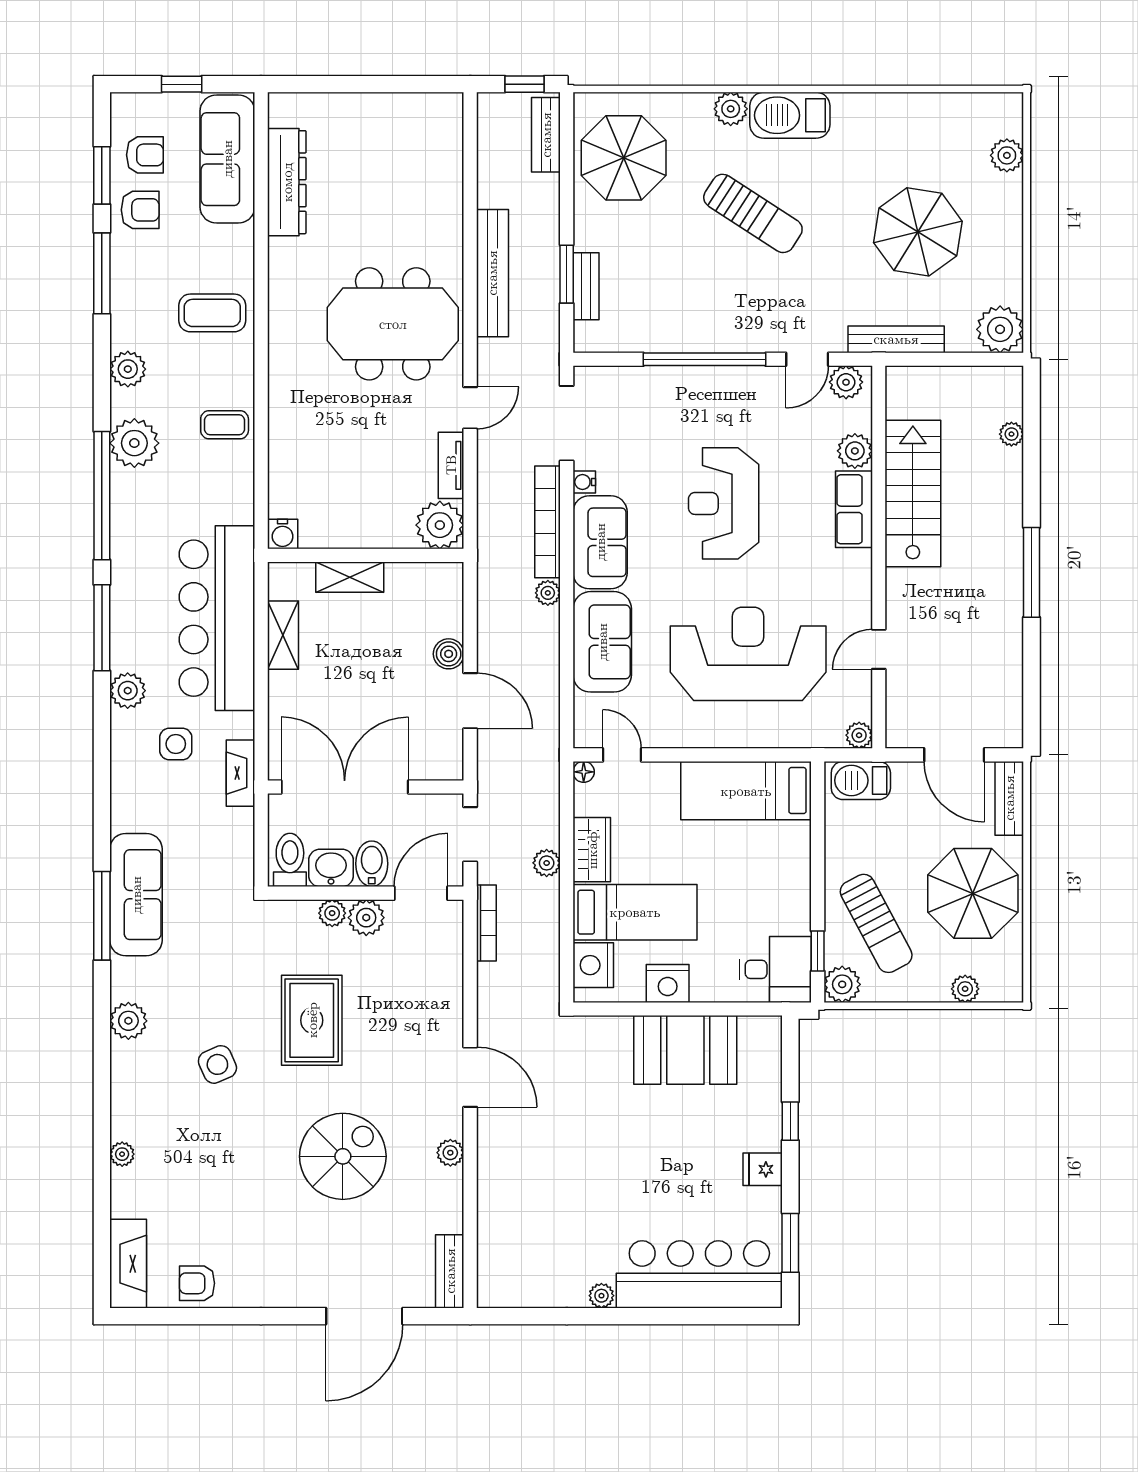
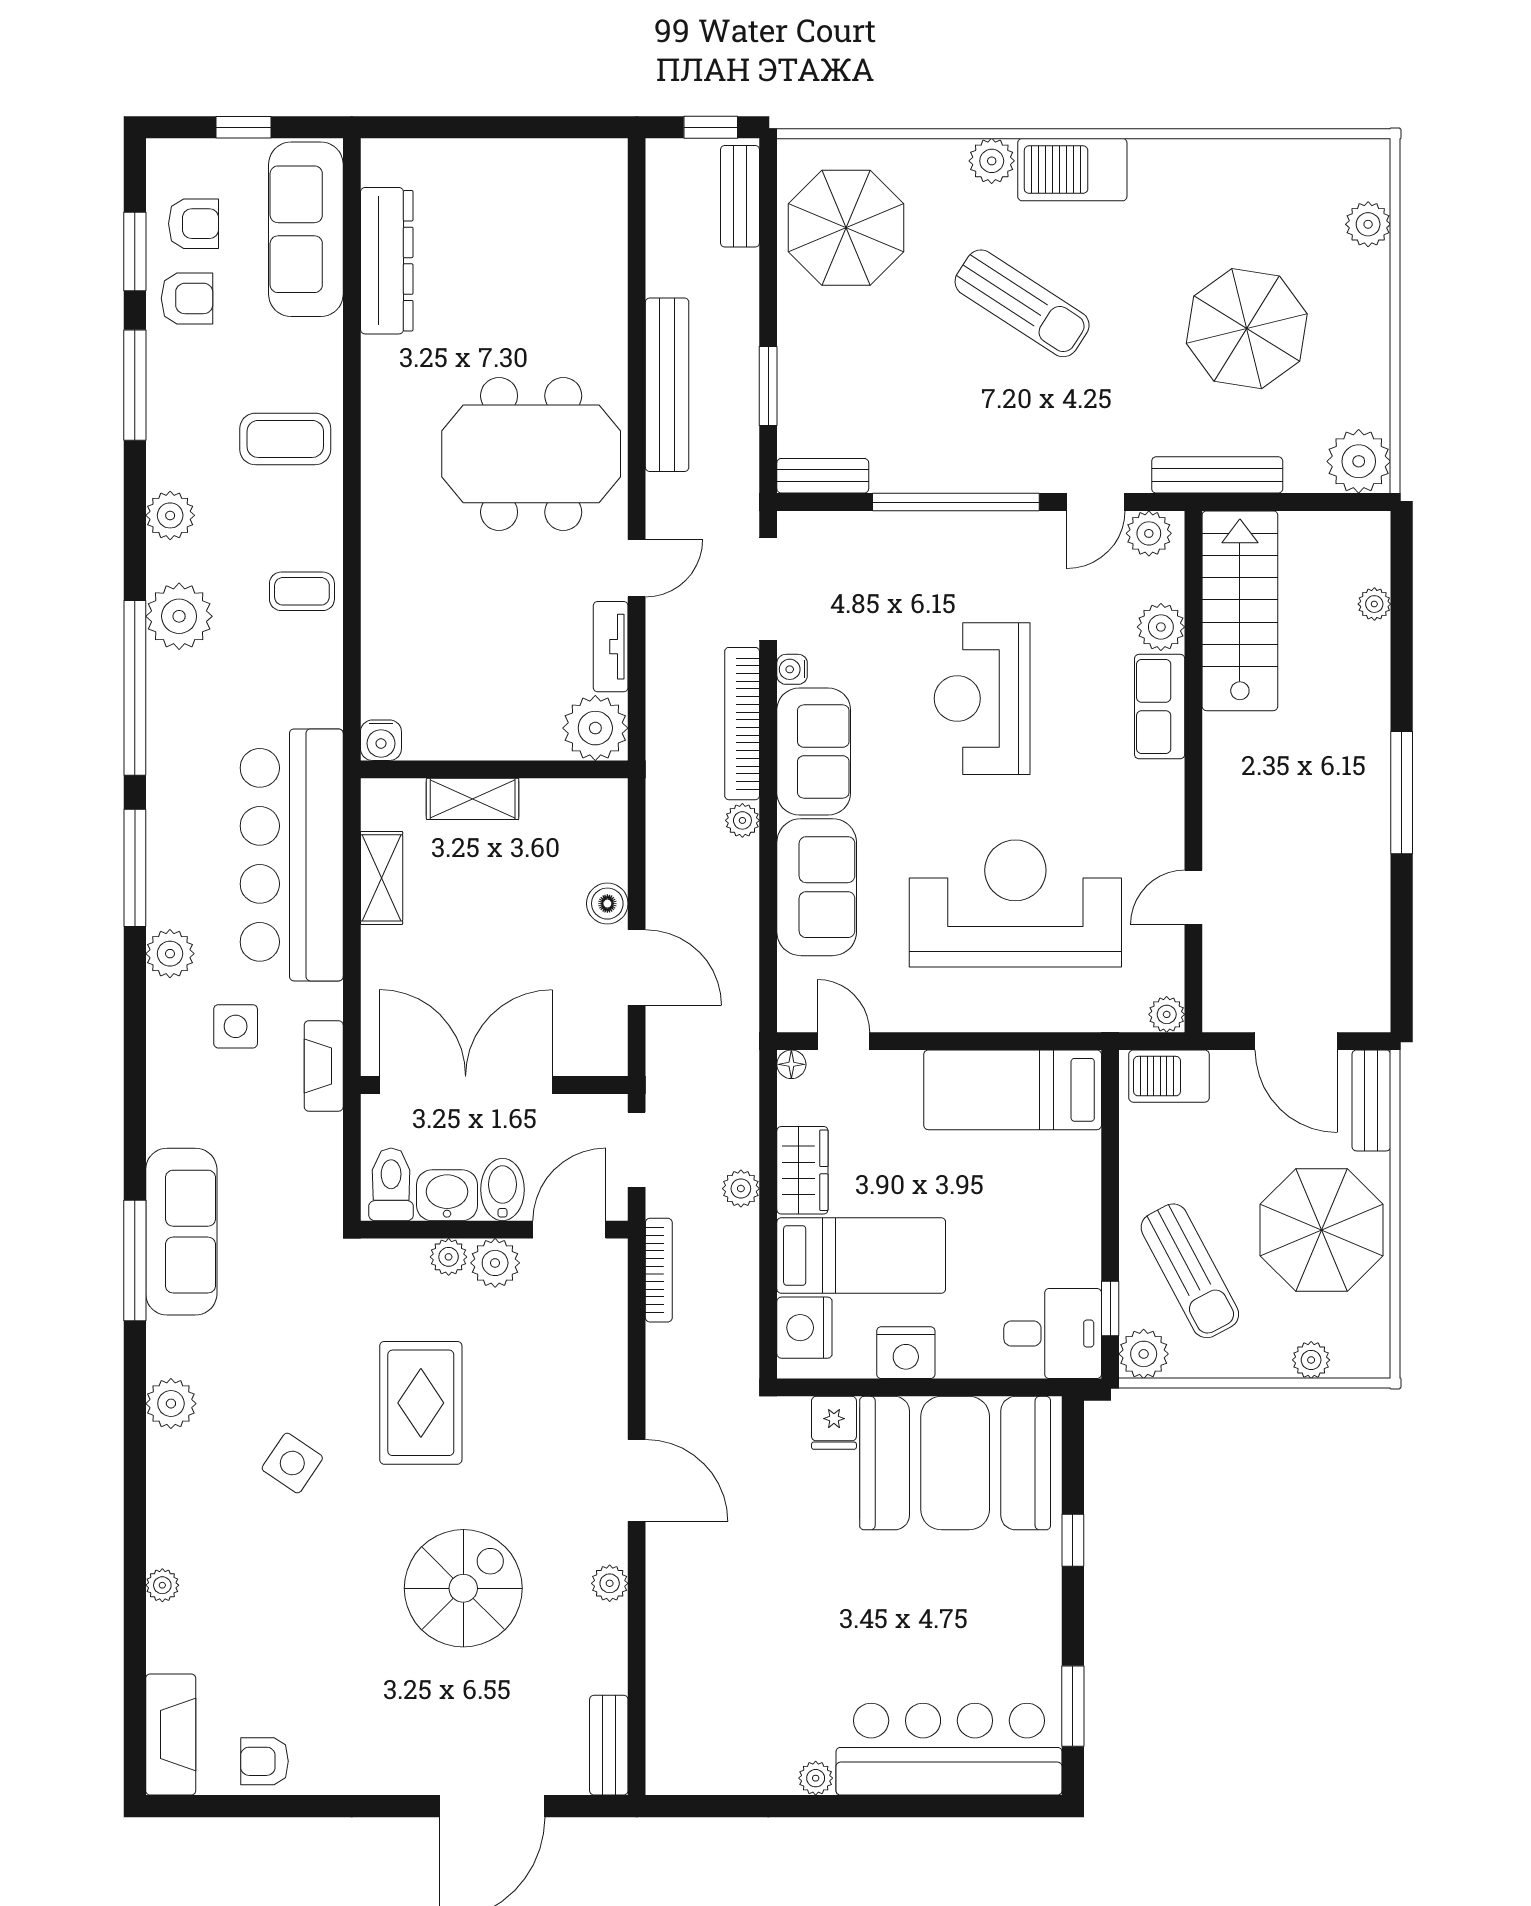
bench: (586, 286) -> (823, 476), moved, turned 90
stairs: (913, 493) -> (1240, 611), moved
booth: (685, 1050) -> (955, 1463), width x1.36, depth x1.42
side table: (217, 1064) -> (292, 1463), turned -32
fridge: (763, 1169) -> (834, 1423), moved, turned -90

